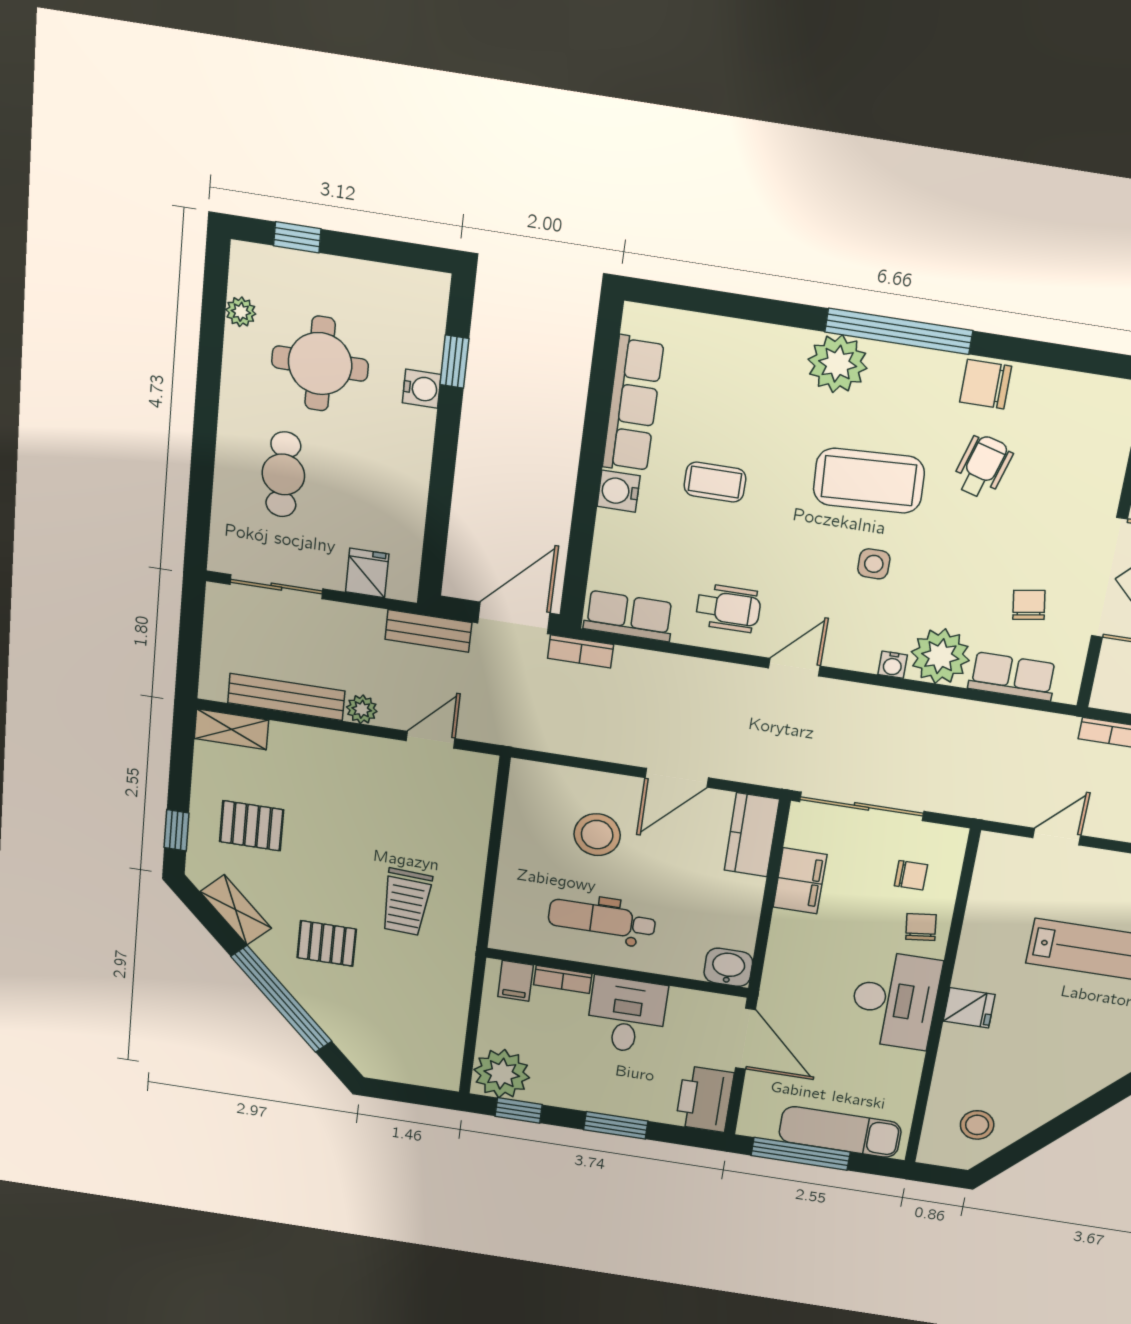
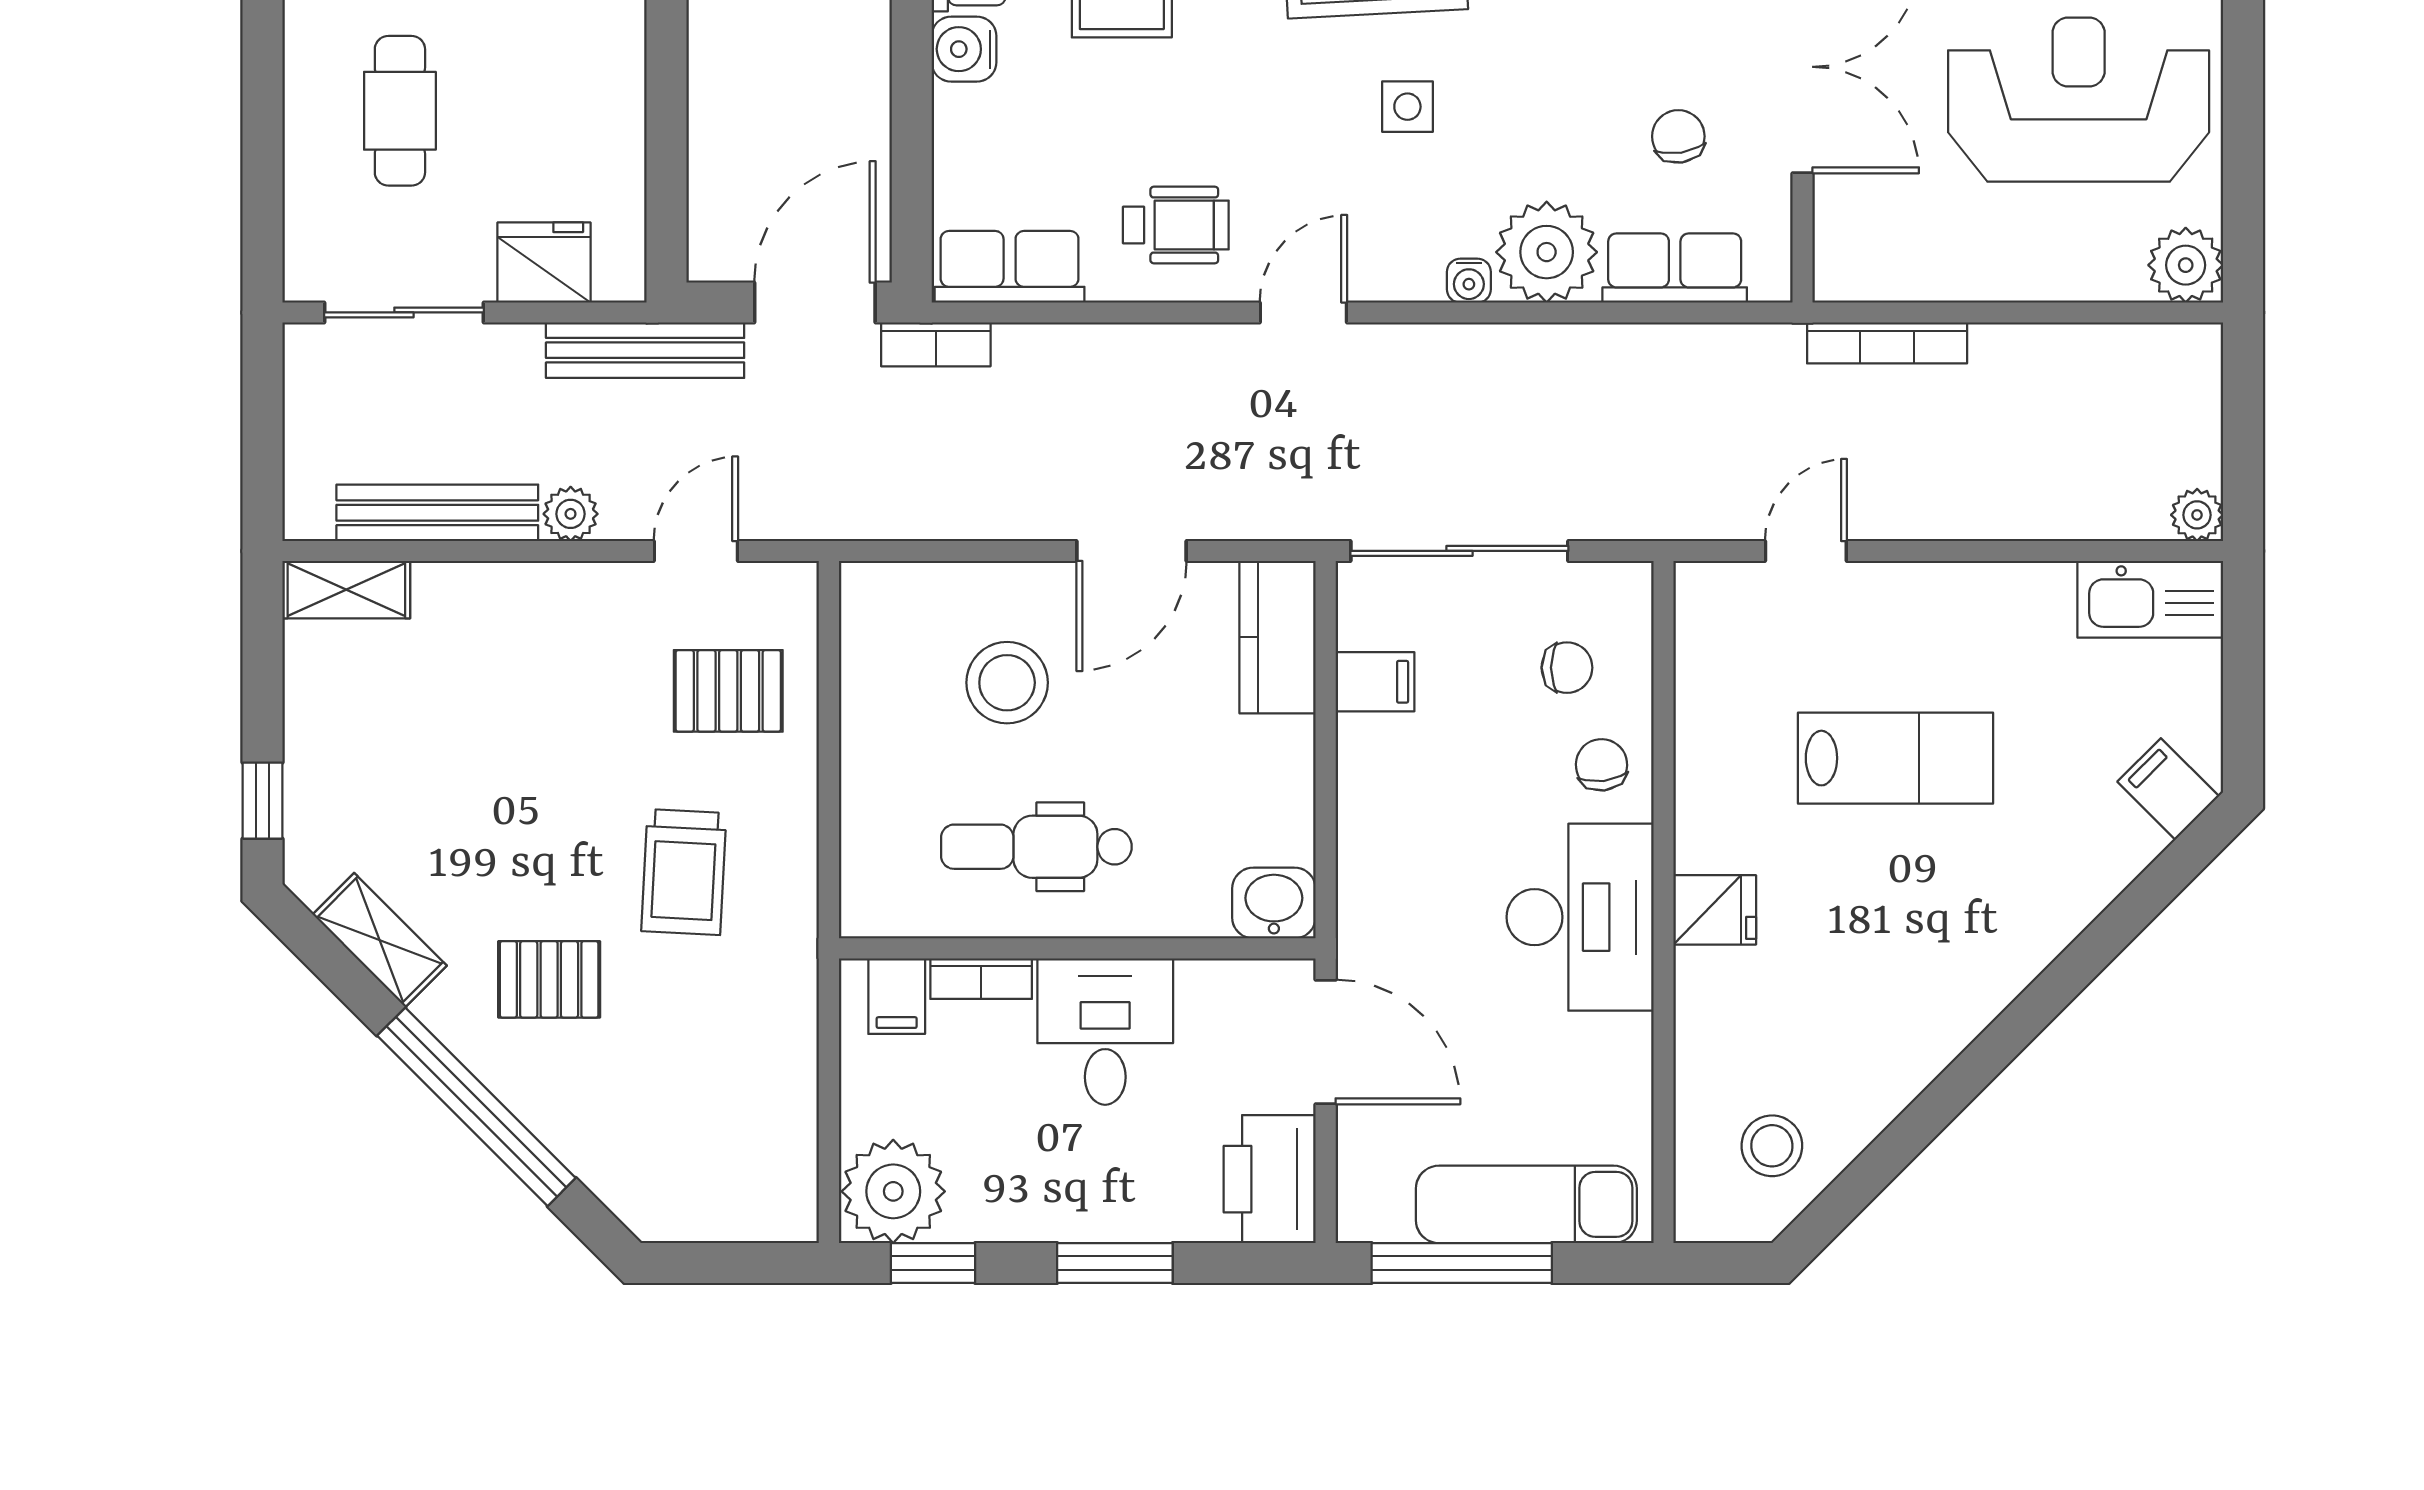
fridge: (367, 573) -> (544, 262), width x1.38
bench: (428, 631) -> (645, 350), width x1.36
pallet: (252, 826) -> (728, 691), moved
filing cabinet: (800, 881) -> (1375, 682), width x0.50

